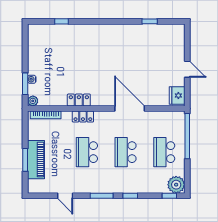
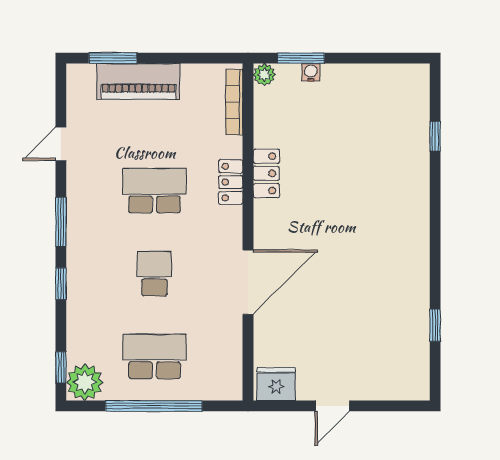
window: (187, 136) -> (154, 406), moved
school desk: (126, 152) -> (154, 274), width x0.54
window: (25, 160) -> (113, 58), moved

